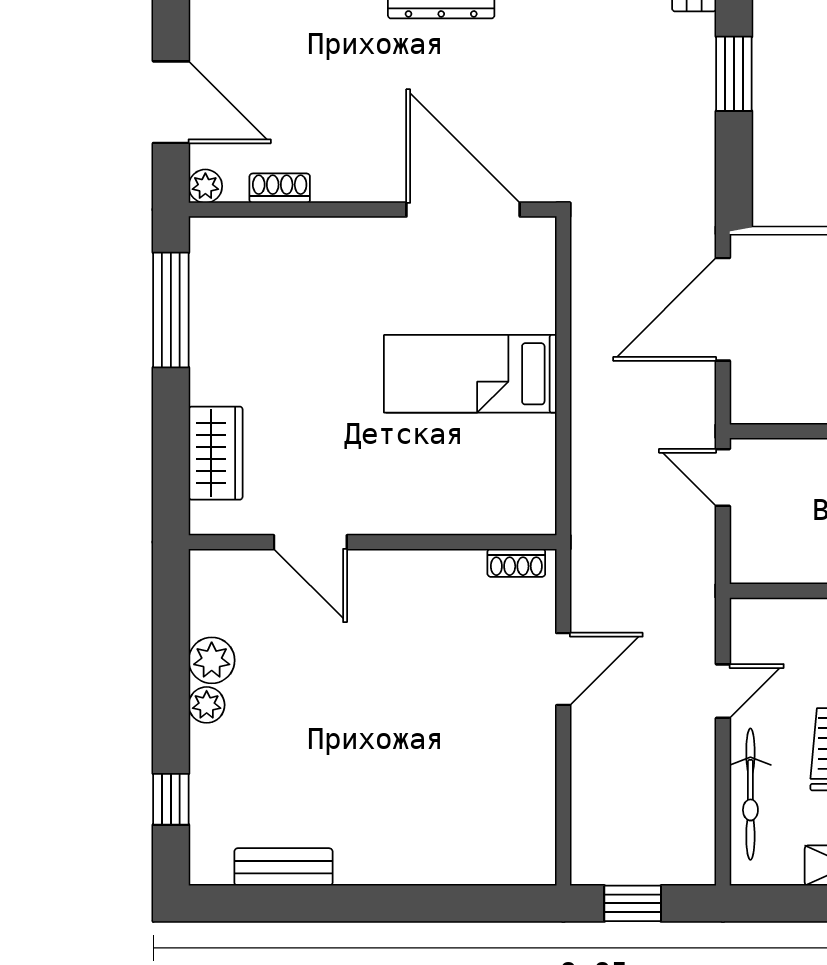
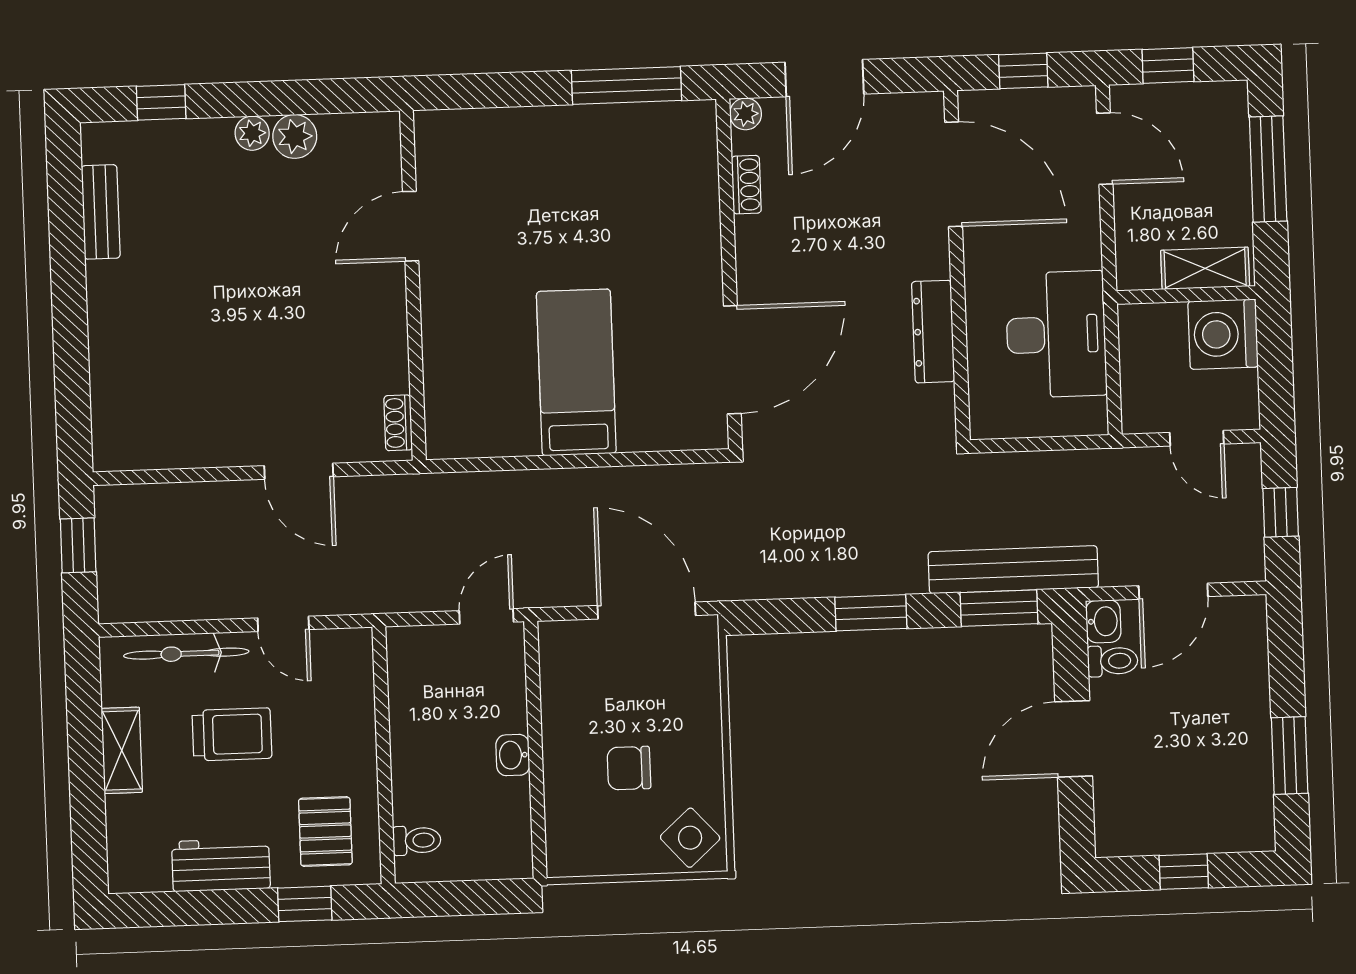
wardrobe: (216, 453) -> (492, 133), removed

